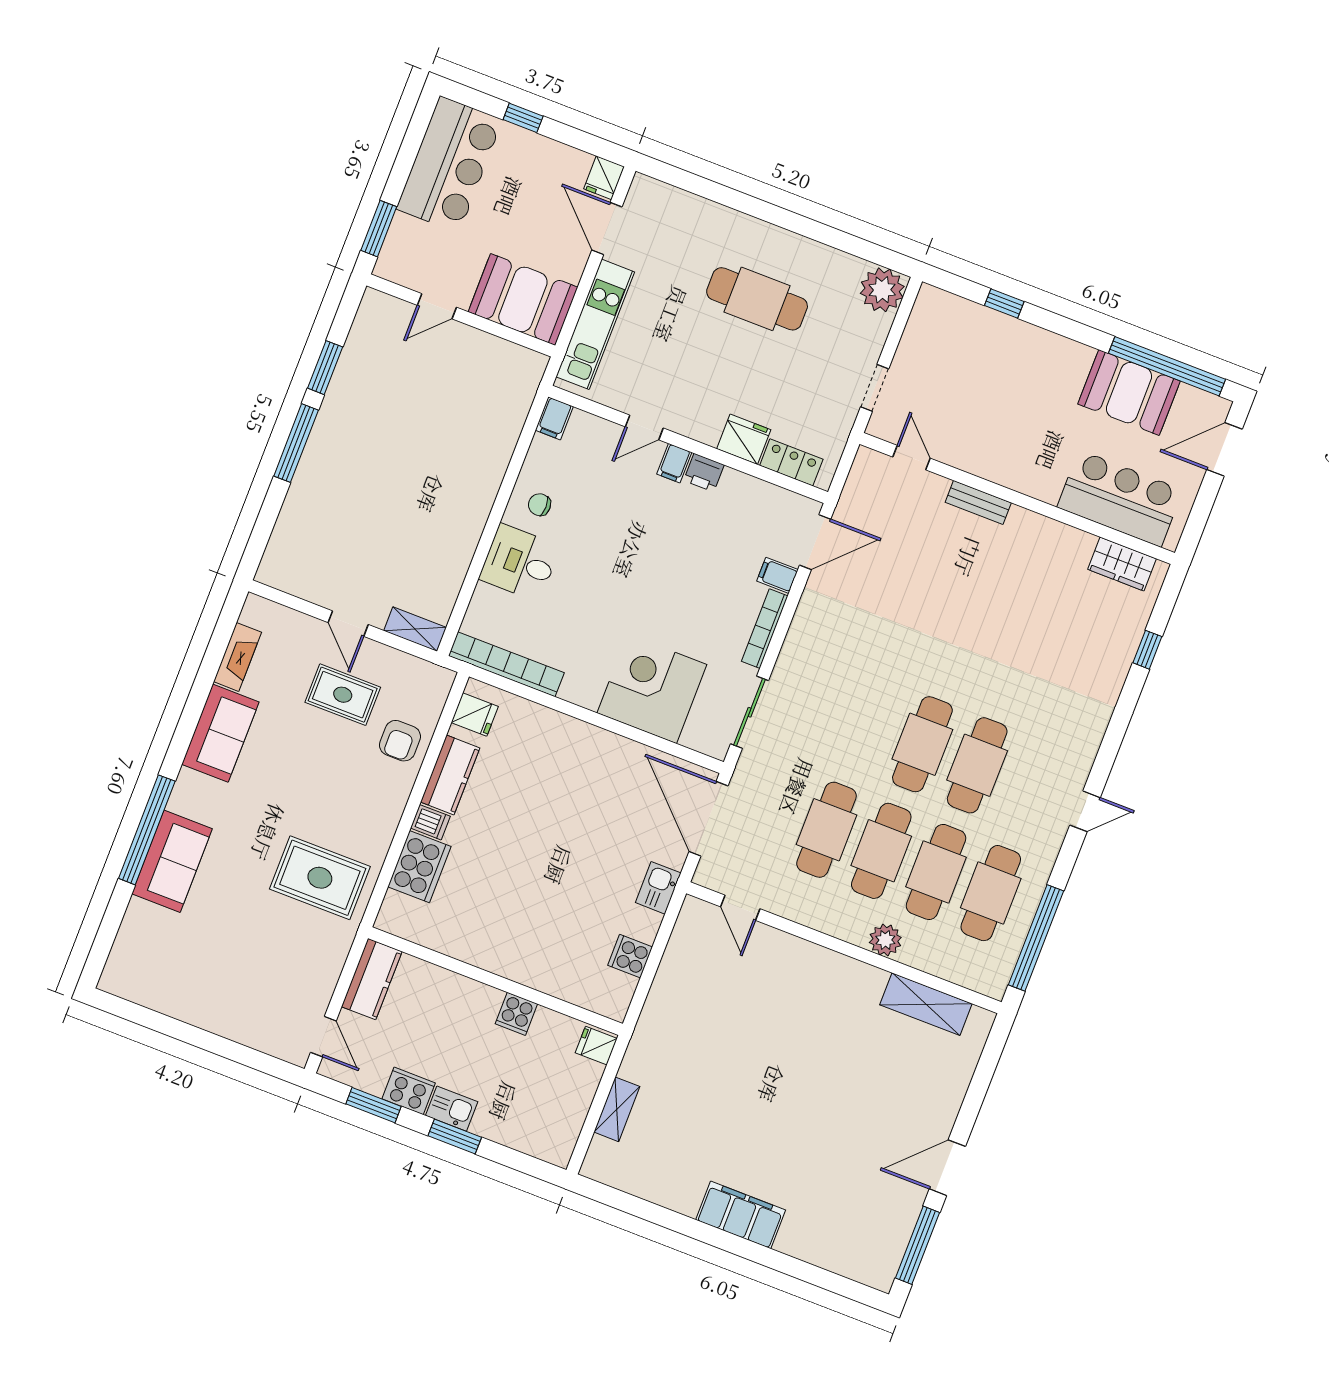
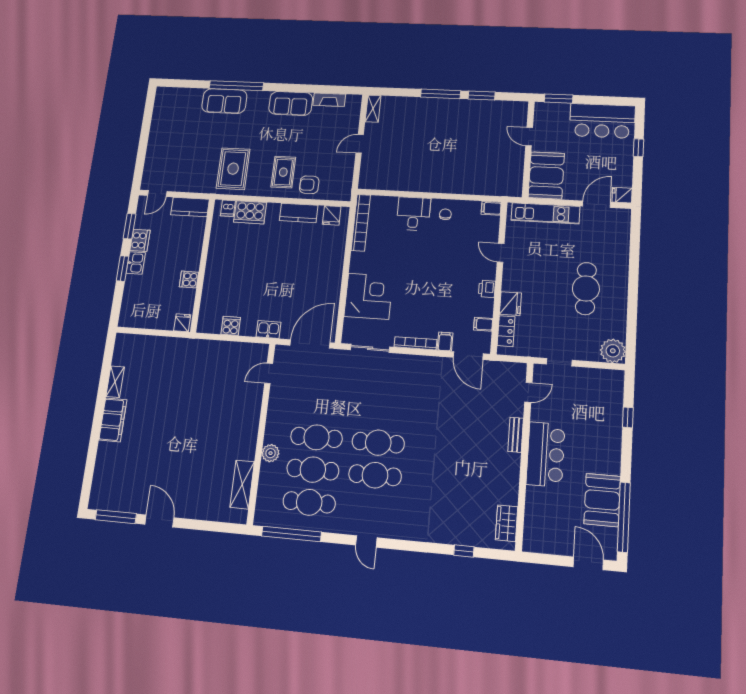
filing cabinet: (674, 463) -> (483, 324), moved
bar counter: (1120, 498) -> (546, 454), moved
shelving: (415, 629) -> (373, 109), moved
rug: (343, 695) -> (283, 172), moved
dishwasher: (430, 822) -> (228, 208), moved
cafe table: (826, 830) -> (320, 406), removed
shelving: (617, 1109) -> (115, 382), moved, turned 90

